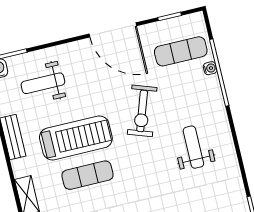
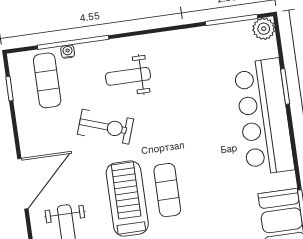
door: (113, 30) -> (23, 184), moved
weight bench: (193, 147) -> (128, 76), moved

